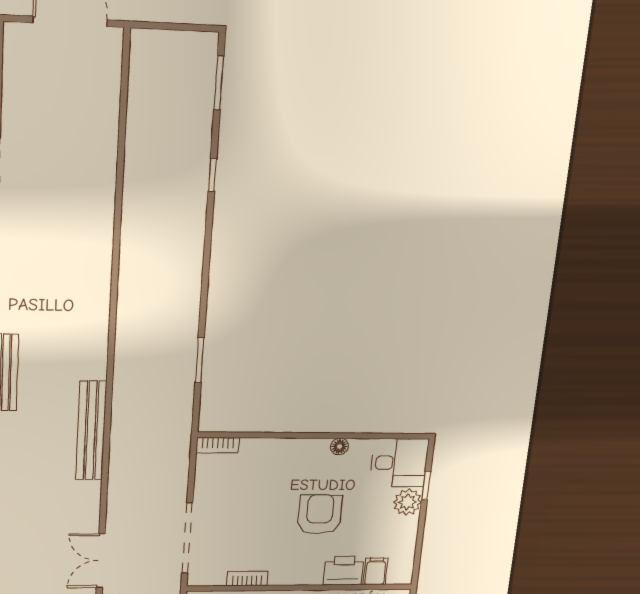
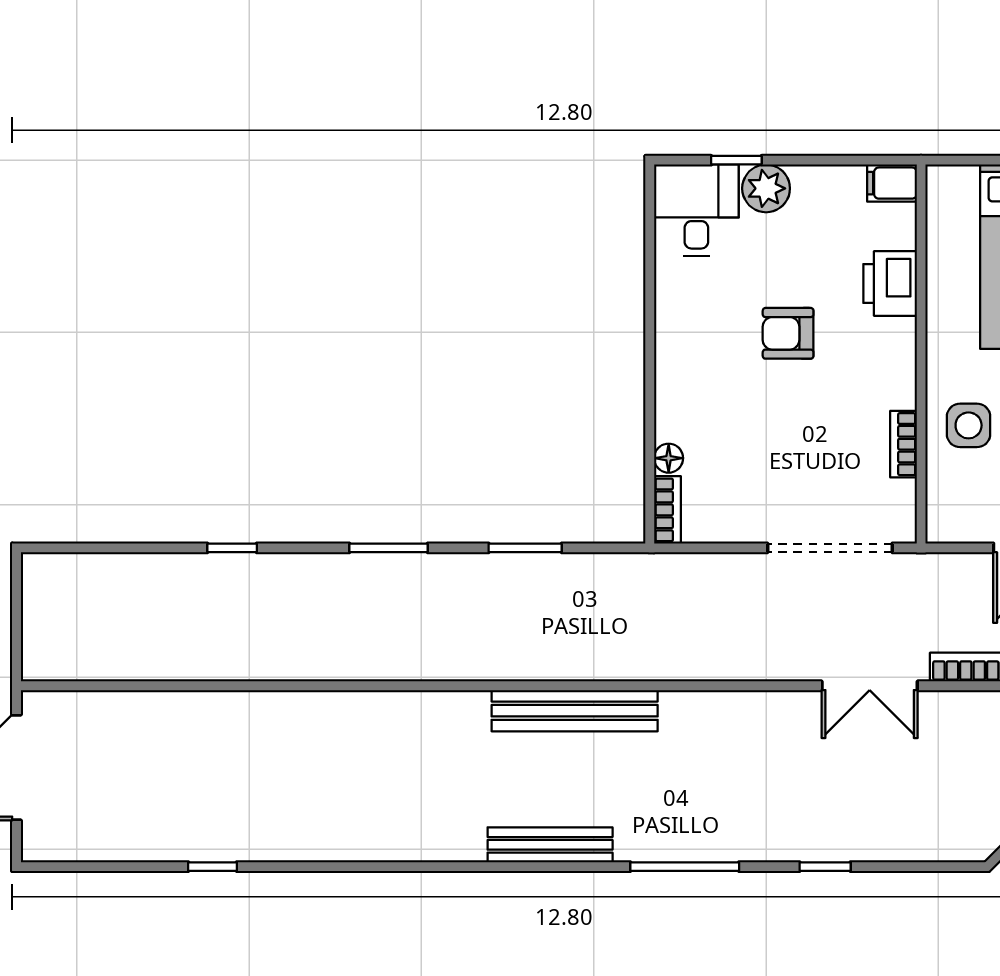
window: (219, 83) -> (388, 548), moved
bench: (91, 431) -> (575, 711), moved
floor lamp: (339, 447) -> (669, 458), moved
armchair: (320, 514) -> (788, 333), width x0.72, depth x0.72
filing cabinet: (376, 571) -> (892, 183), moved

